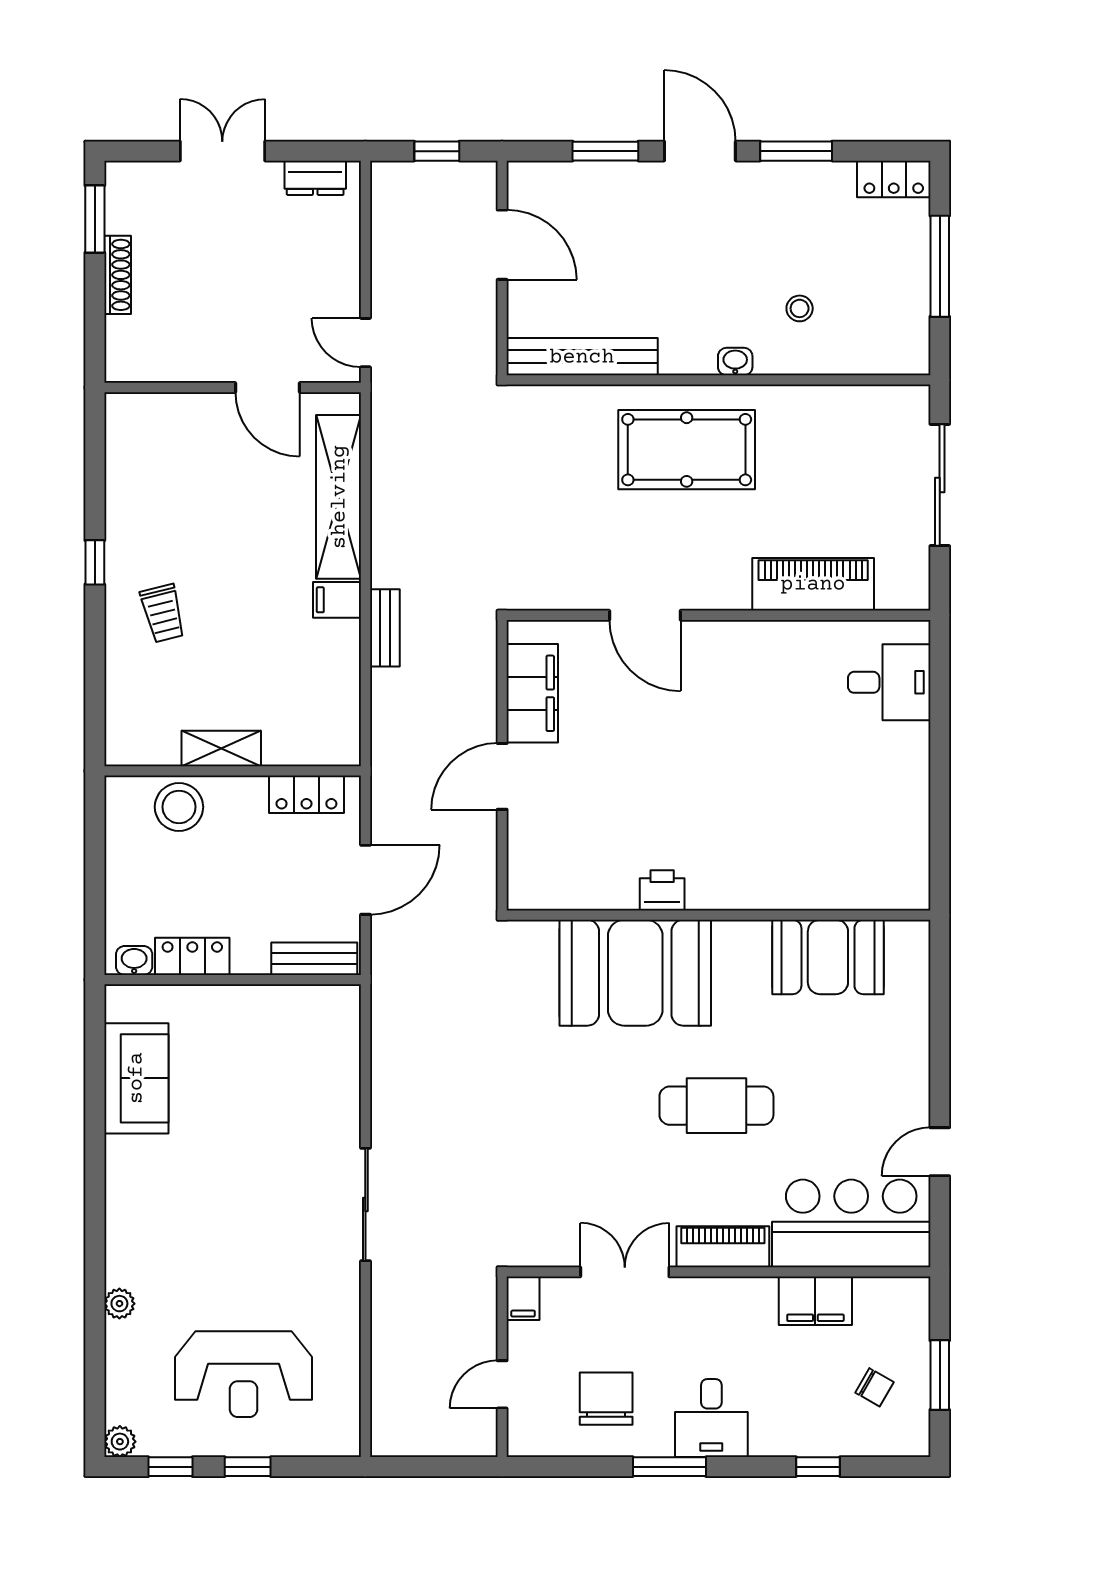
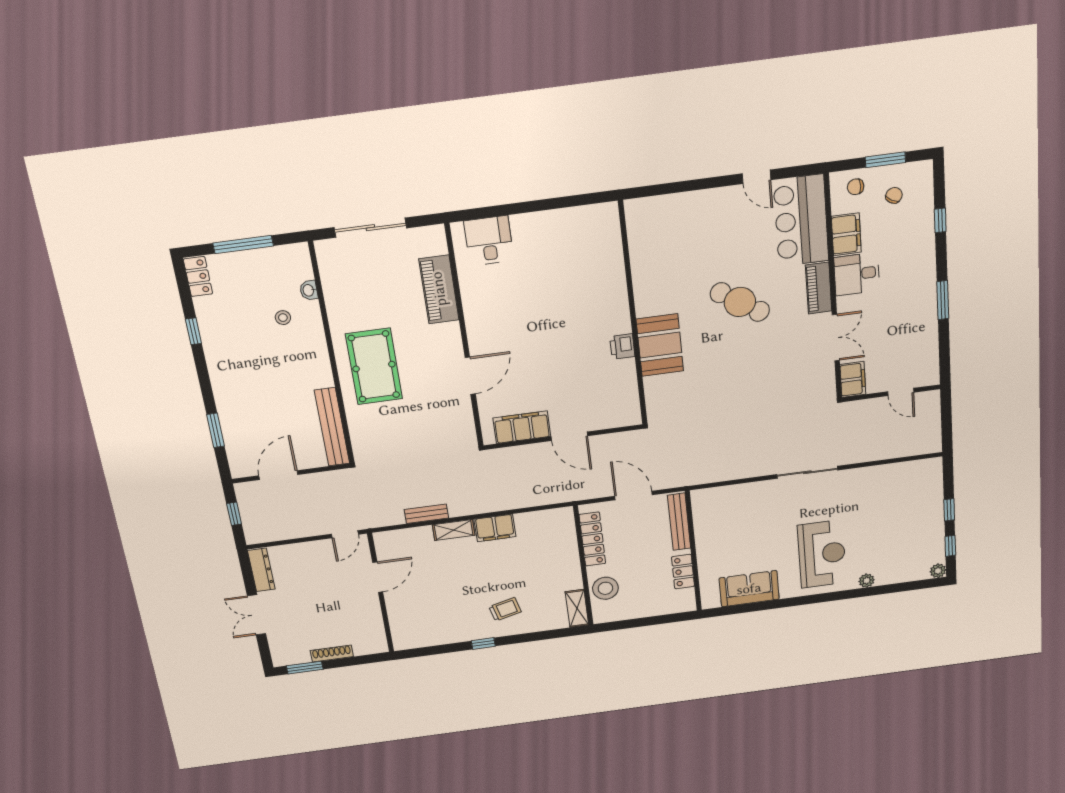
door: (700, 151) -> (205, 382), removed
window: (796, 151) -> (193, 331), width x0.67
dresser: (315, 178) -> (261, 570), width x1.44
washbasin: (735, 362) -> (309, 290), moved
shelving: (339, 497) -> (454, 530), width x0.45, depth x0.75
filing cabinet: (337, 600) -> (495, 528), width x2.00
bench: (385, 628) -> (426, 514), moved
shelving: (221, 749) -> (577, 608), moved
locker: (306, 794) -> (592, 539), width x1.53
booth: (828, 957) -> (650, 253), removed
bench: (314, 959) -> (679, 522), width x1.36
washbasin: (134, 960) -> (688, 598), removed
booth: (635, 973) -> (660, 345), width x0.73, depth x0.70
cafe table: (716, 1106) -> (740, 302), turned -56
double door: (625, 1272) -> (836, 338), swing flipped
filing cabinet: (523, 1298) -> (853, 379), width x2.00
reception desk: (244, 1374) -> (822, 554), moved
chair: (606, 1399) -> (856, 187), moved, width x0.54, depth x0.54
desk: (711, 1418) -> (857, 274), moved, turned 180

